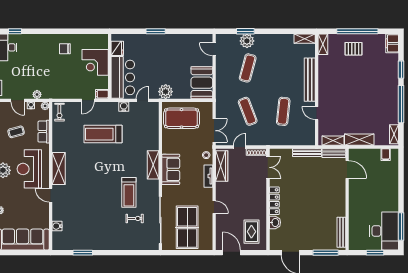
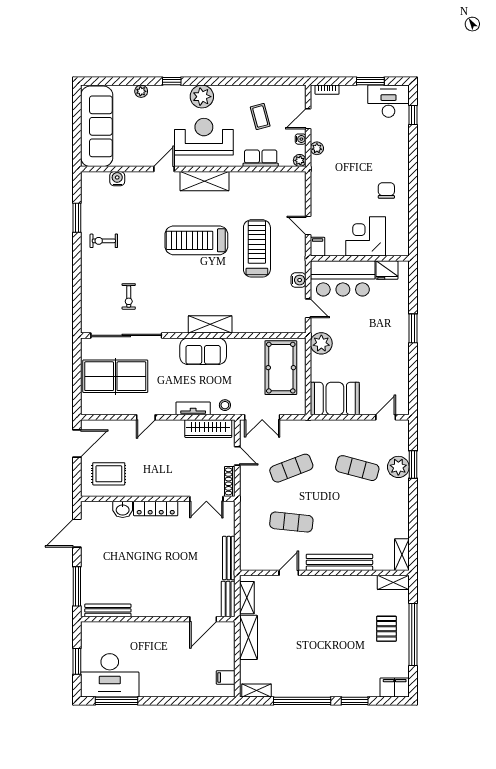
exercise bike: (59, 112) -> (104, 241), moved
treadmill: (129, 192) -> (196, 240), moved, width x1.37, depth x1.37

